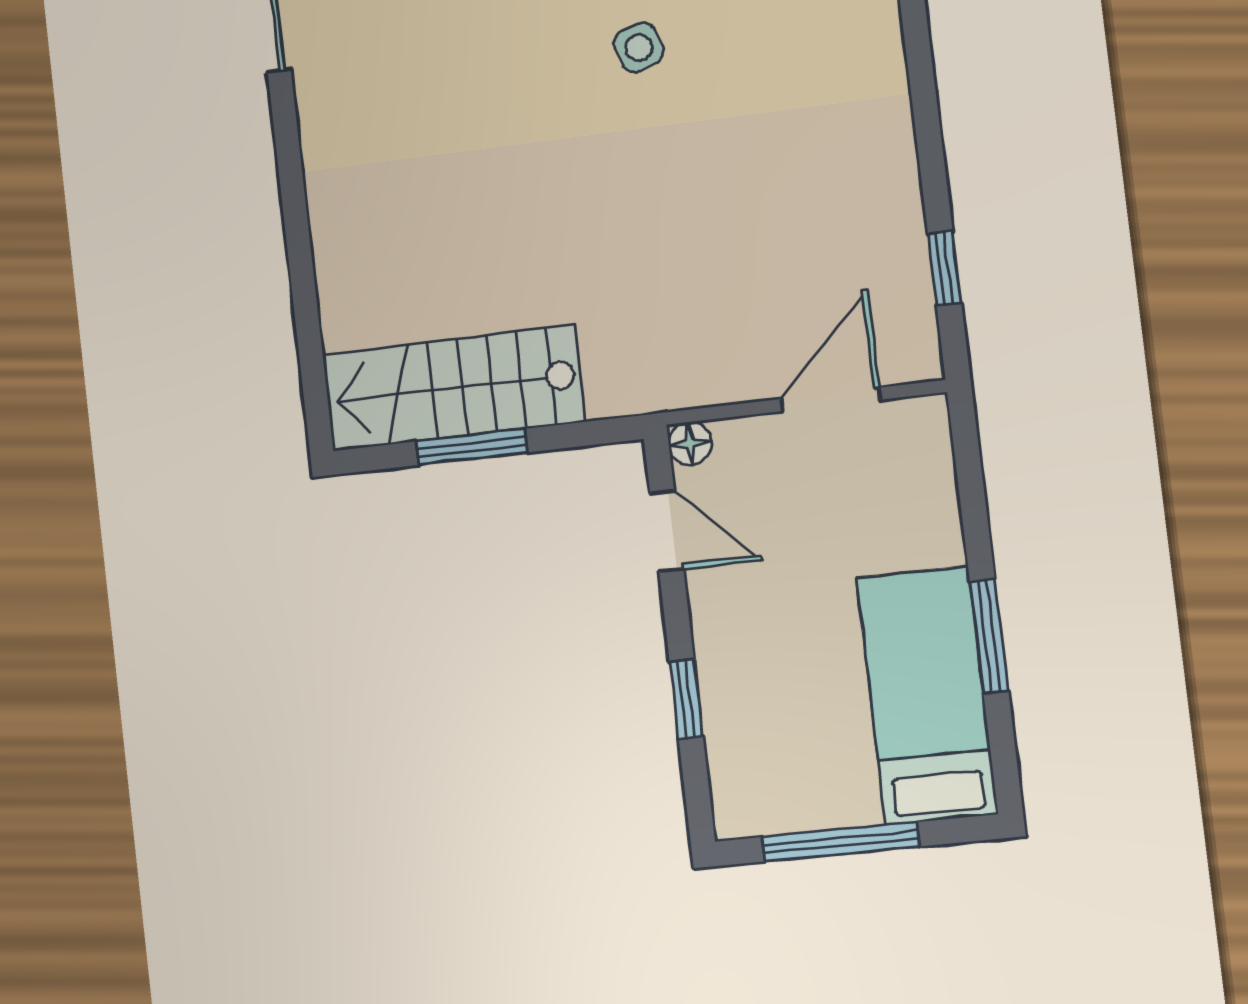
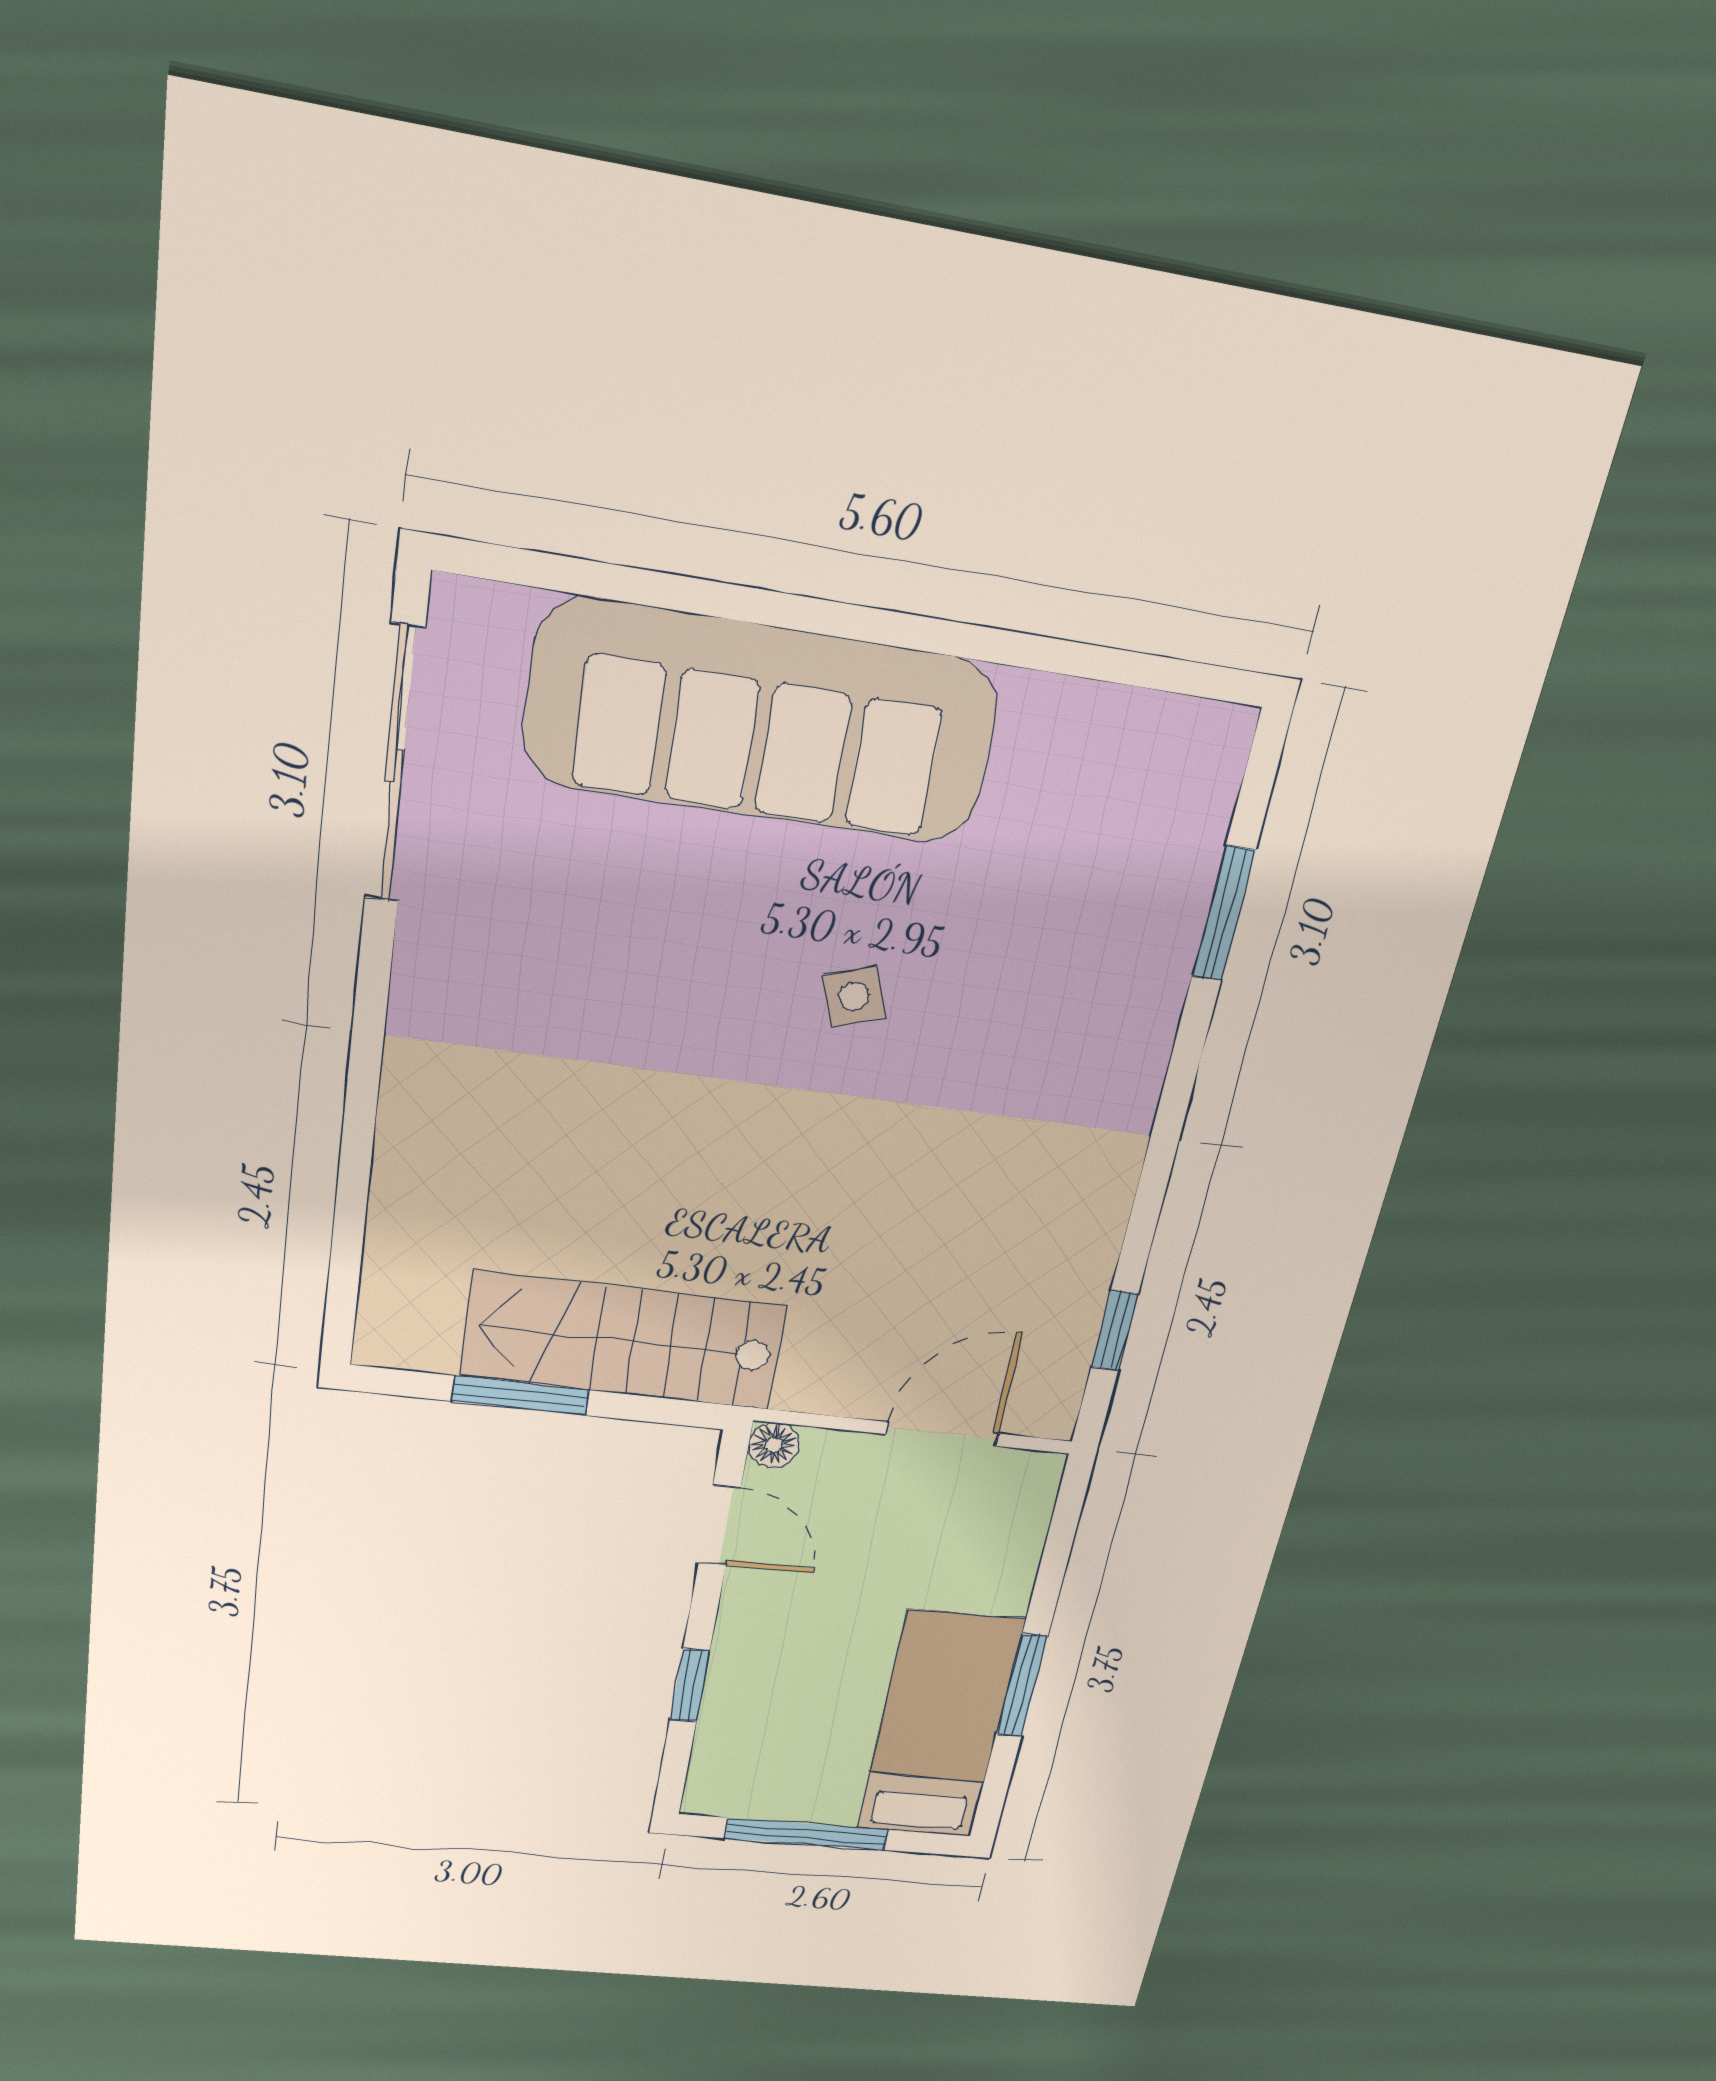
stairs: (454, 388) -> (623, 1341), moved

